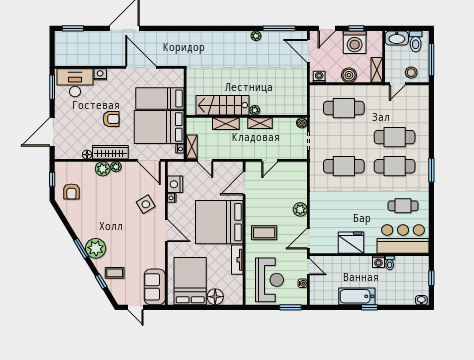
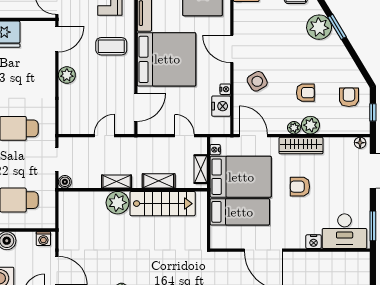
plant: (255, 110) -> (118, 203), width x1.88, depth x1.88
shelving: (192, 147) -> (201, 169), moved
floor lamp: (87, 155) -> (360, 143), moved
armchair: (107, 195) -> (305, 93), added

